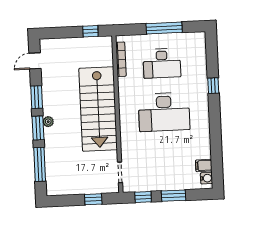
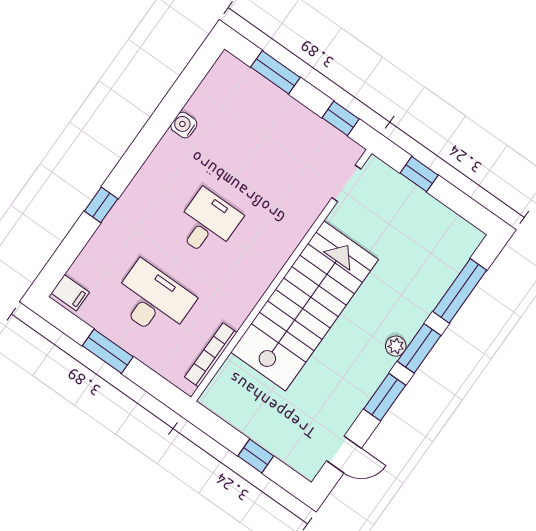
window: (164, 28) -> (108, 351), width x0.69
window: (90, 31) -> (256, 456), moved
desk: (164, 112) -> (208, 223), width x0.53, depth x0.77
filing cabinet: (204, 166) -> (70, 293), moved
water cooler: (206, 178) -> (184, 125), moved
window: (174, 196) -> (275, 72), moved

